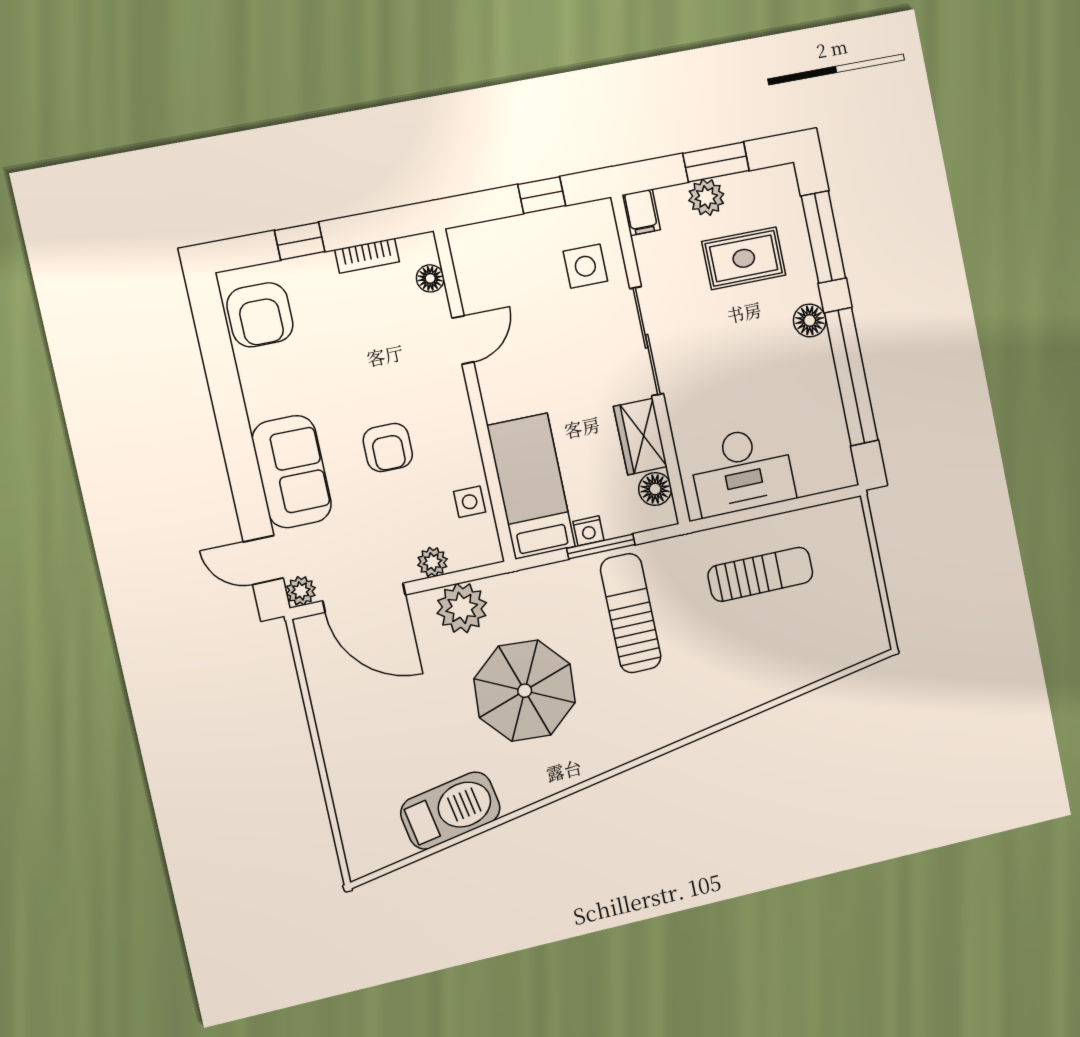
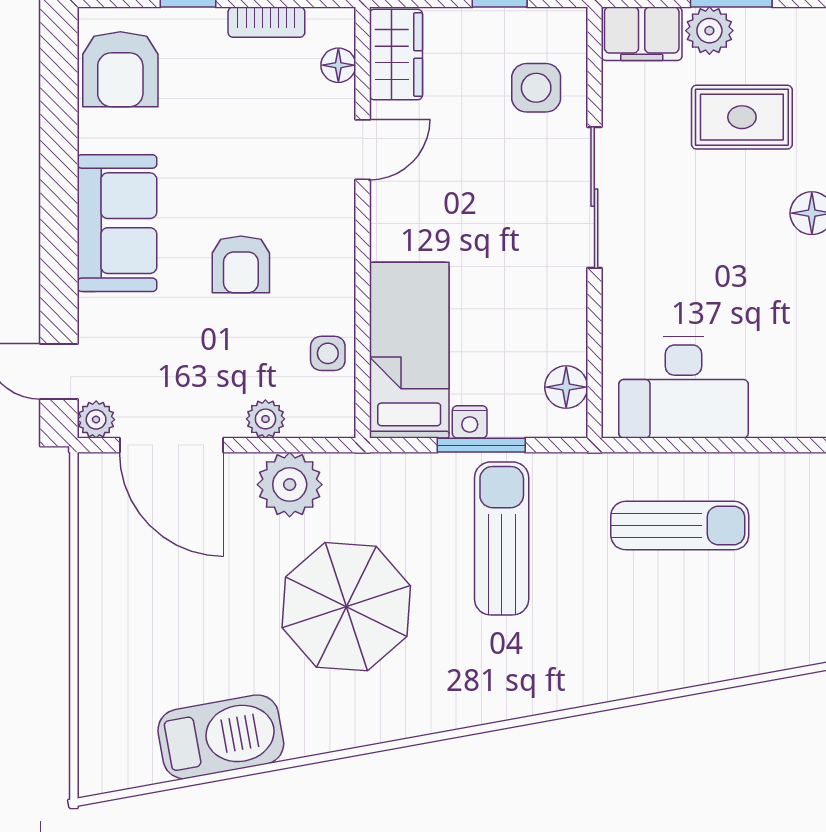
filing cabinet: (641, 212) -> (642, 34), width x2.00
wardrobe: (640, 437) -> (396, 55), moved, turned 180
sofa: (292, 472) -> (117, 223), moved

